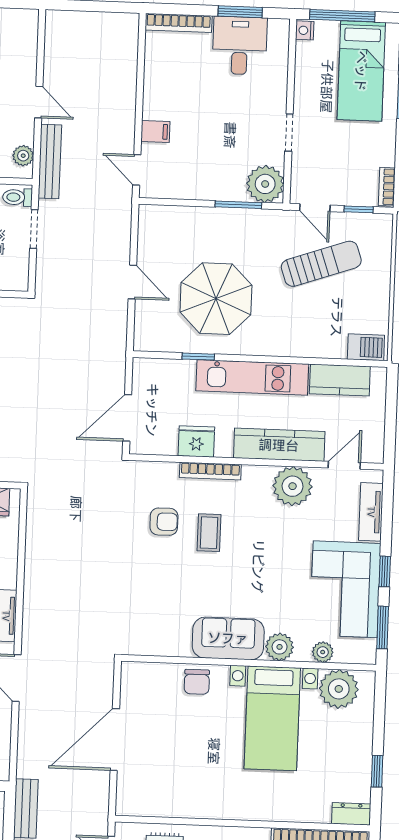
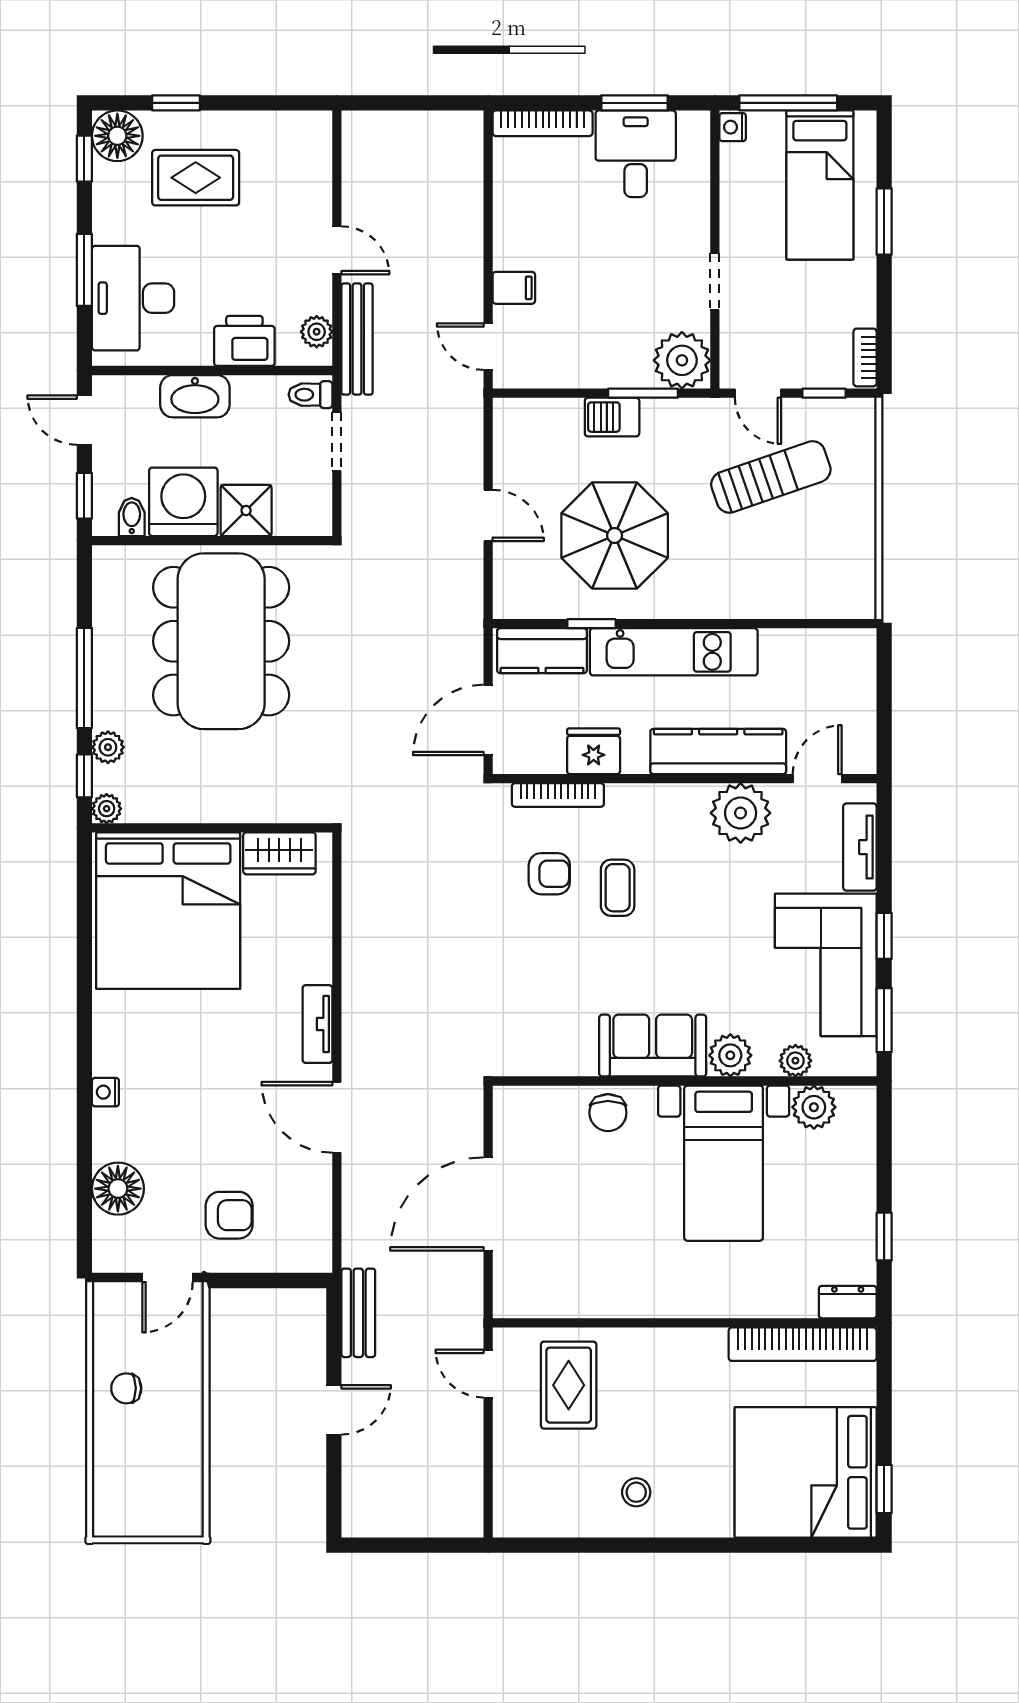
barbecue: (366, 347) -> (612, 417), moved, turned 180
kitchen counter: (340, 380) -> (542, 651), moved
bookcase: (210, 471) -> (558, 795), moved
plant: (339, 689) -> (814, 1107), width x0.73, depth x0.73

